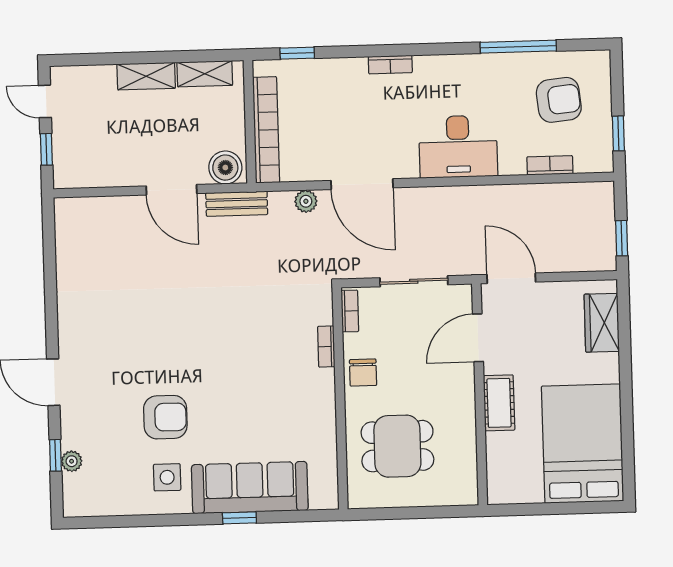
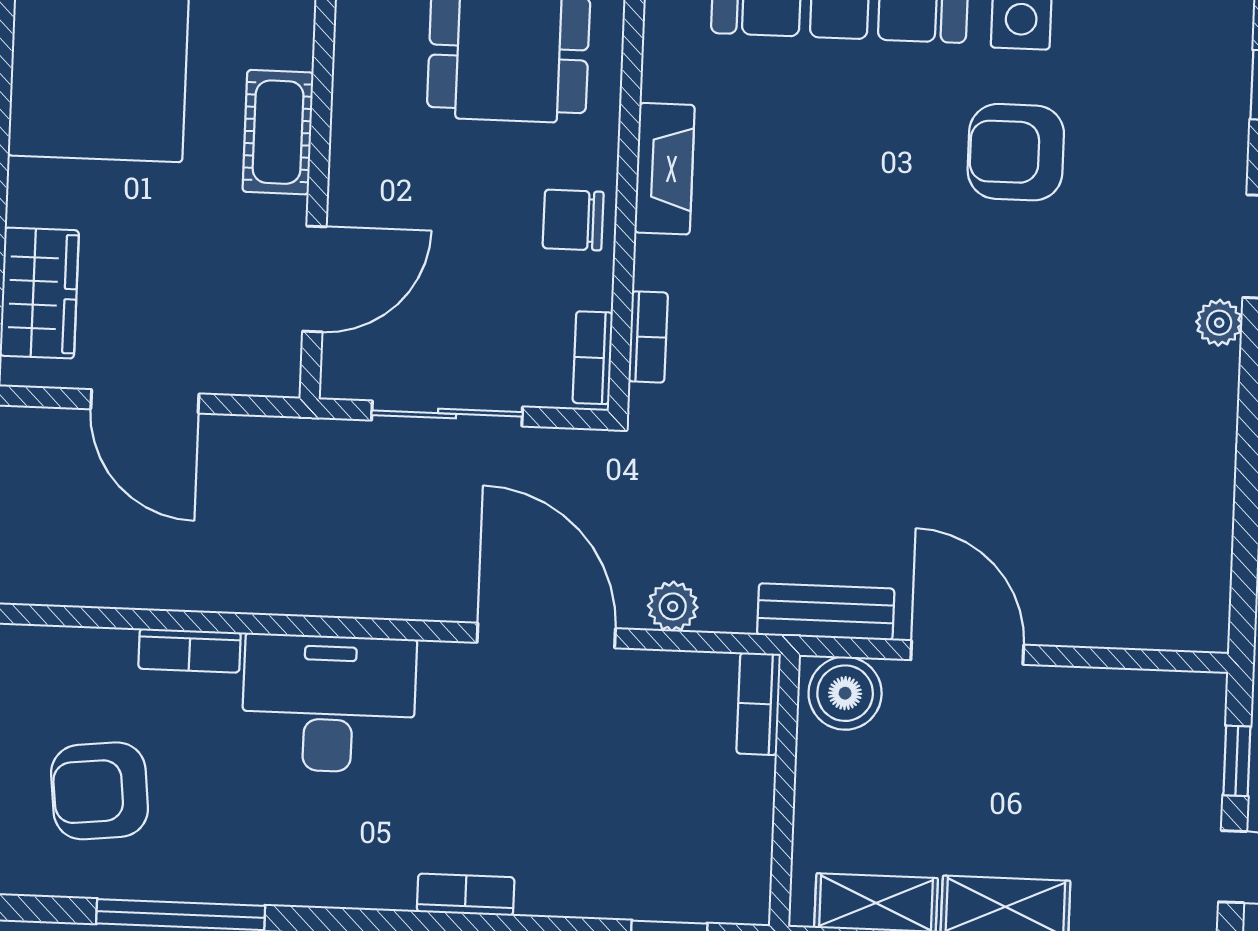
bookcase: (266, 130) -> (759, 704), width x0.43, depth x0.76
bookcase: (550, 165) -> (190, 650), moved
door: (511, 278) -> (145, 401), moved
bookcase: (326, 347) -> (648, 337), moved
chair: (363, 373) -> (573, 220), turned -90
fireplace: (323, 399) -> (665, 169), added
plant: (72, 461) -> (1219, 323), moved

